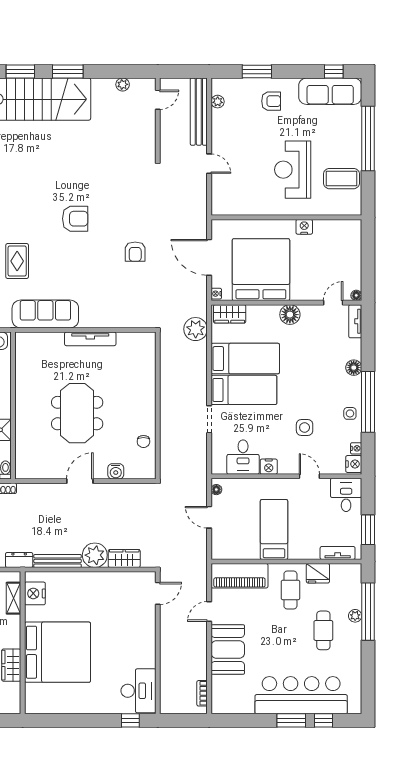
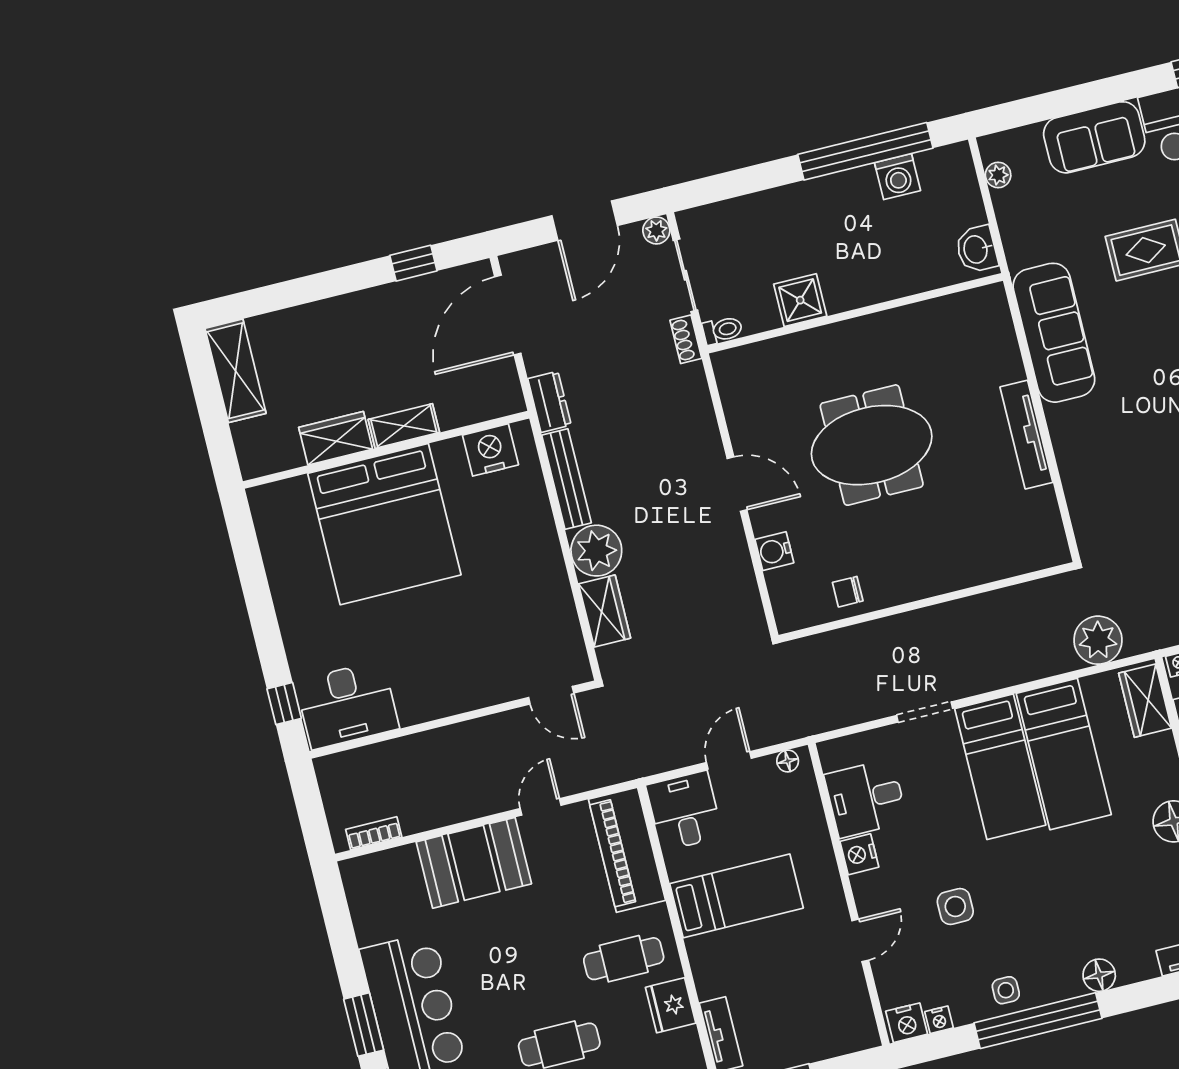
desk: (346, 495) -> (684, 811), moved, turned -90
shelving: (13, 598) -> (404, 426), moved
door: (209, 611) -> (541, 807), hinge flipped

